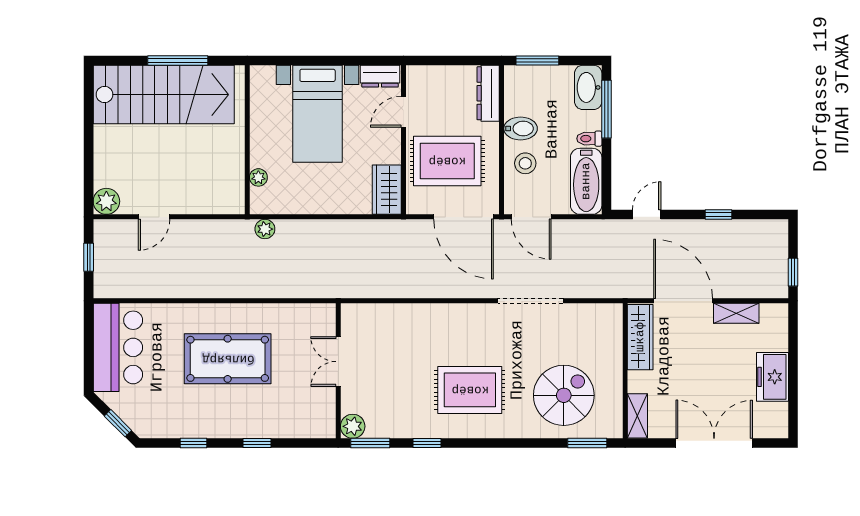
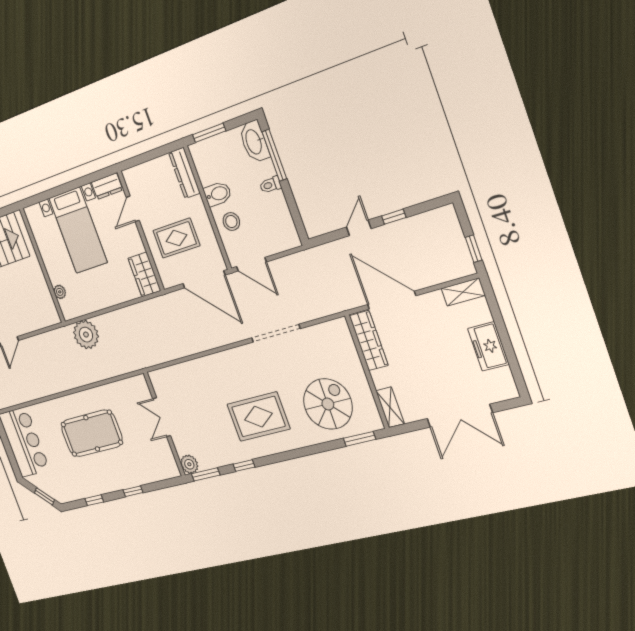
rug: (447, 161) -> (176, 238), width x0.73, depth x0.70
bathtub: (586, 181) -> (281, 222), removed
door: (647, 214) -> (359, 228), moved
plant: (265, 229) -> (86, 335), width x1.87, depth x1.87
shelving: (736, 313) -> (463, 292), moved
double door: (714, 443) -> (460, 416), swing flipped

